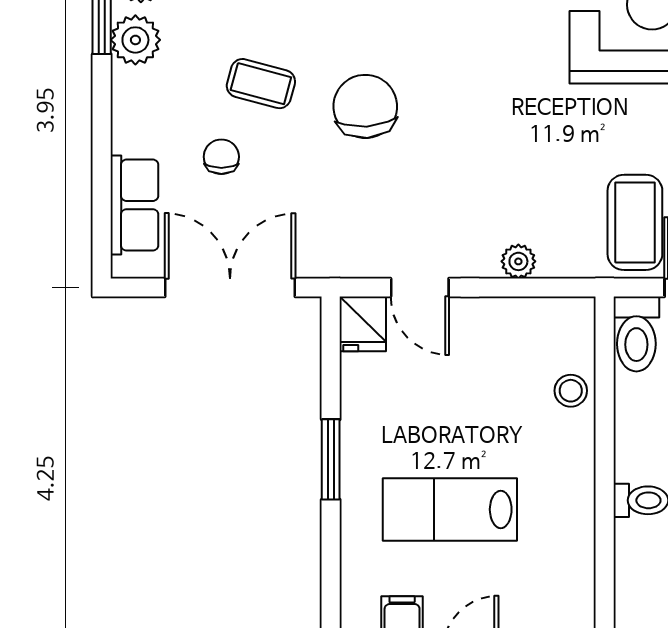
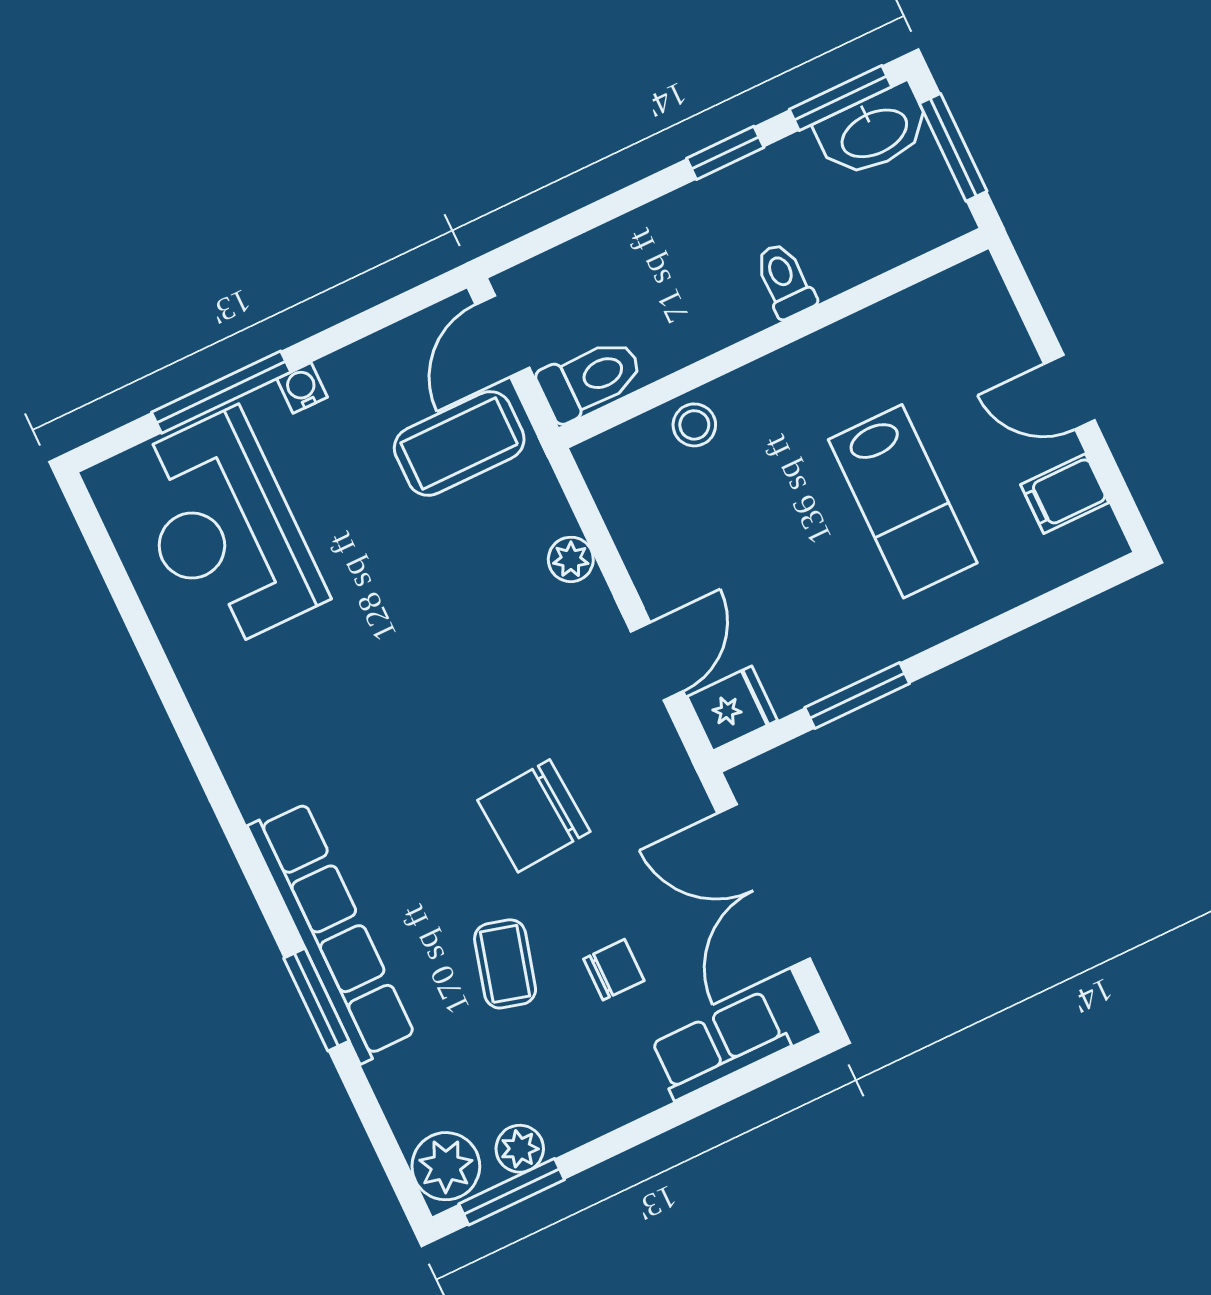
plant: (135, 40) -> (520, 1149), width x0.73, depth x0.73
chair: (365, 106) -> (534, 816), moved
chair: (221, 157) -> (614, 970), turned 180
window: (331, 459) -> (857, 696), moved

